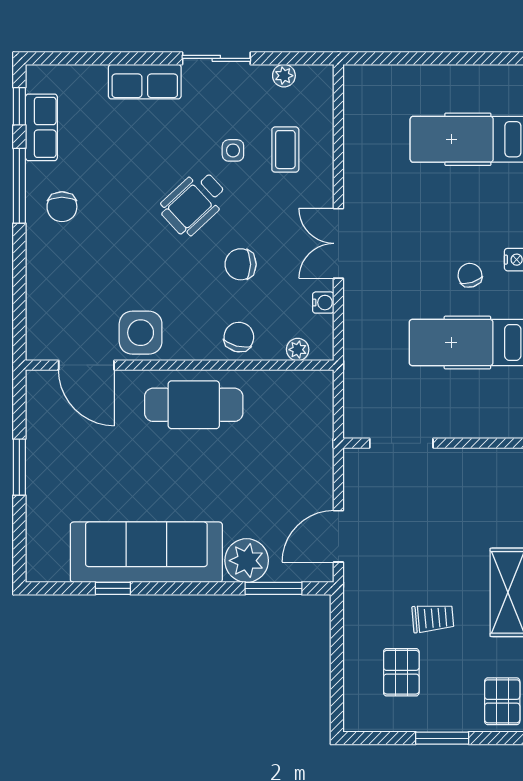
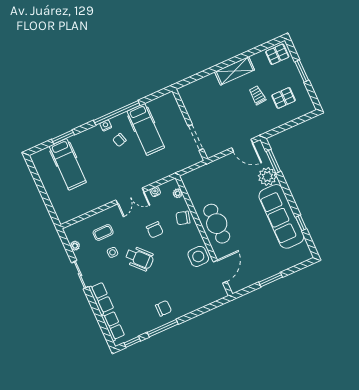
row of seats: (41, 127) -> (113, 326), moved, turned 90

